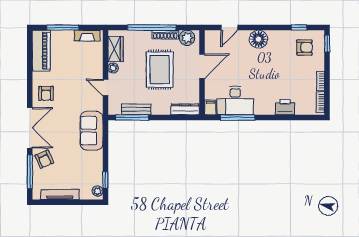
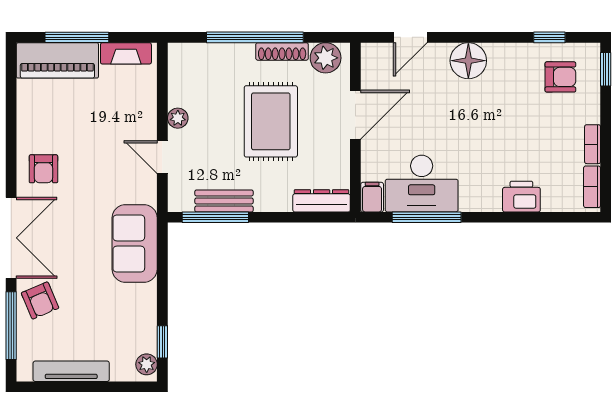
wardrobe: (115, 49) -> (182, 80), removed
piano: (41, 51) -> (57, 60), moved, turned 90

